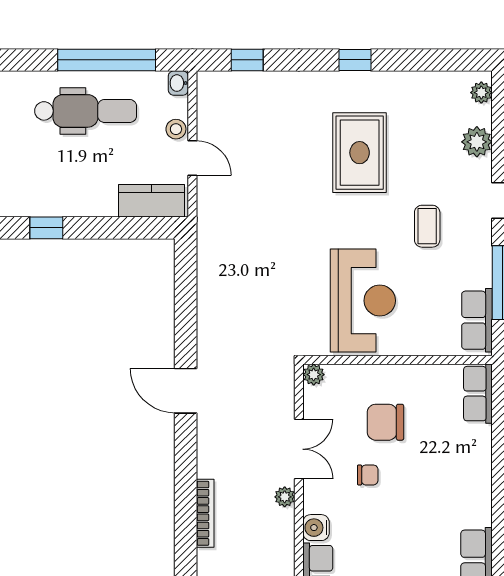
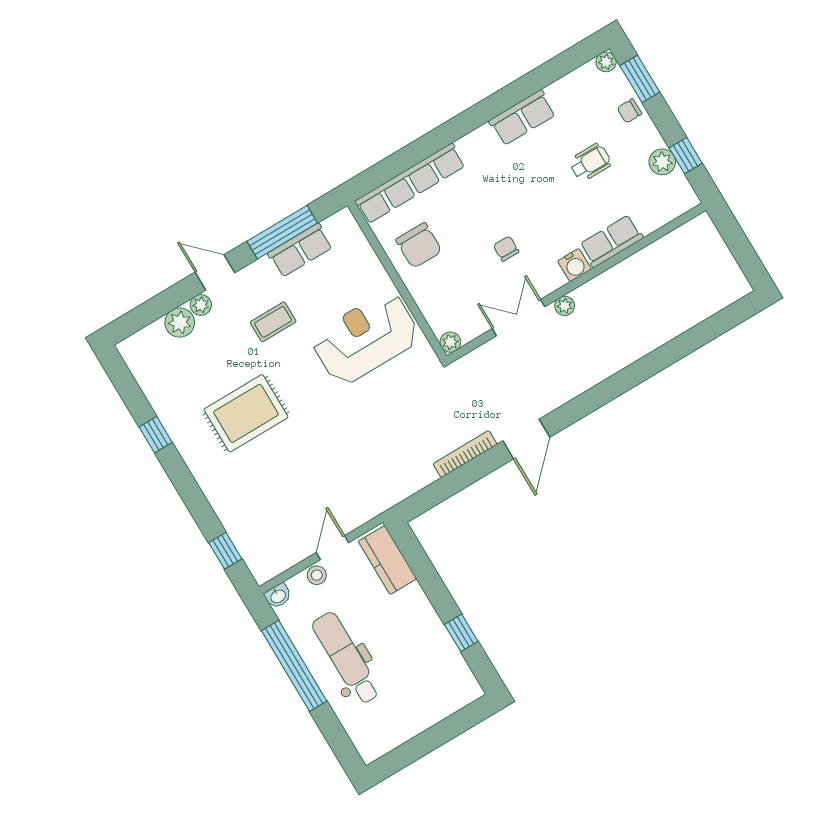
window: (355, 60) -> (156, 435), moved
plant: (481, 93) -> (201, 305), moved
row of seats: (477, 320) -> (300, 250), moved
row of seats: (478, 394) -> (410, 183), width x2.02
chair: (385, 422) -> (419, 245), moved
bookcase: (205, 513) -> (465, 454), moved

